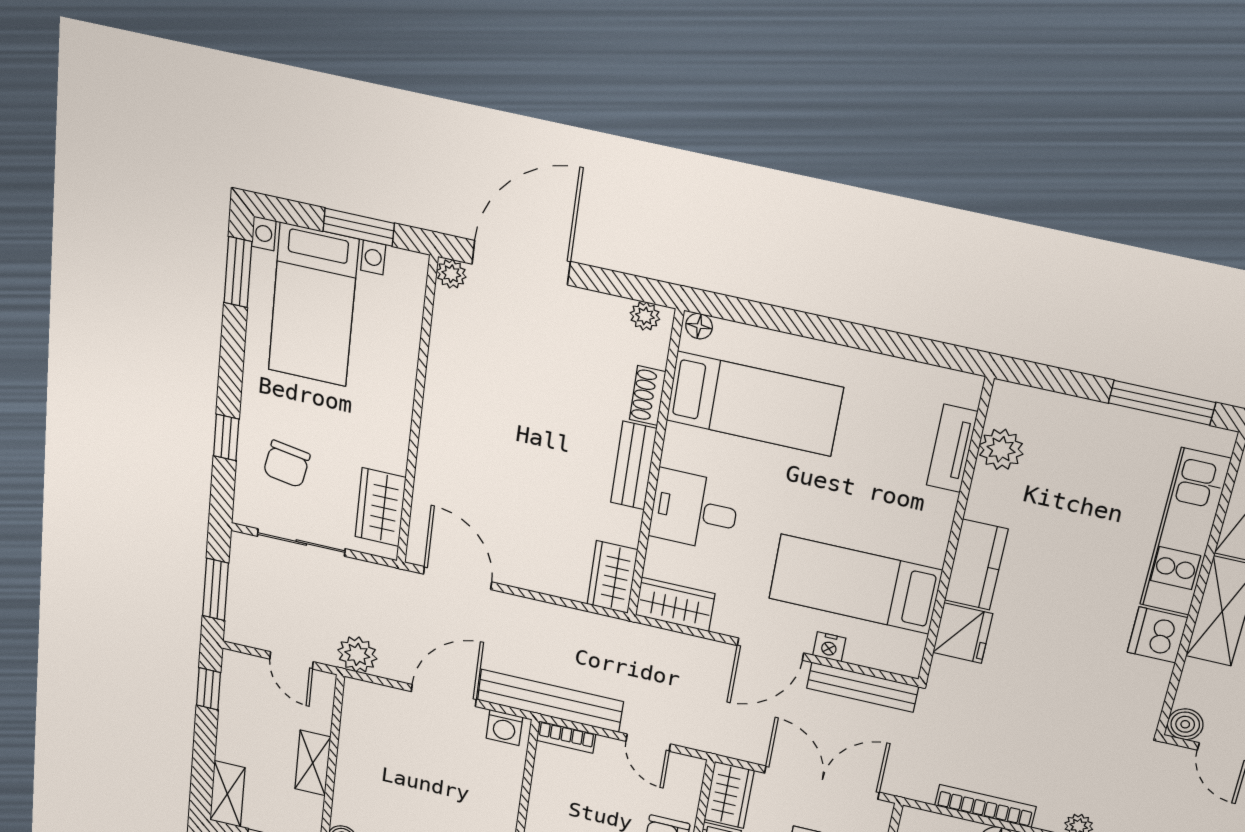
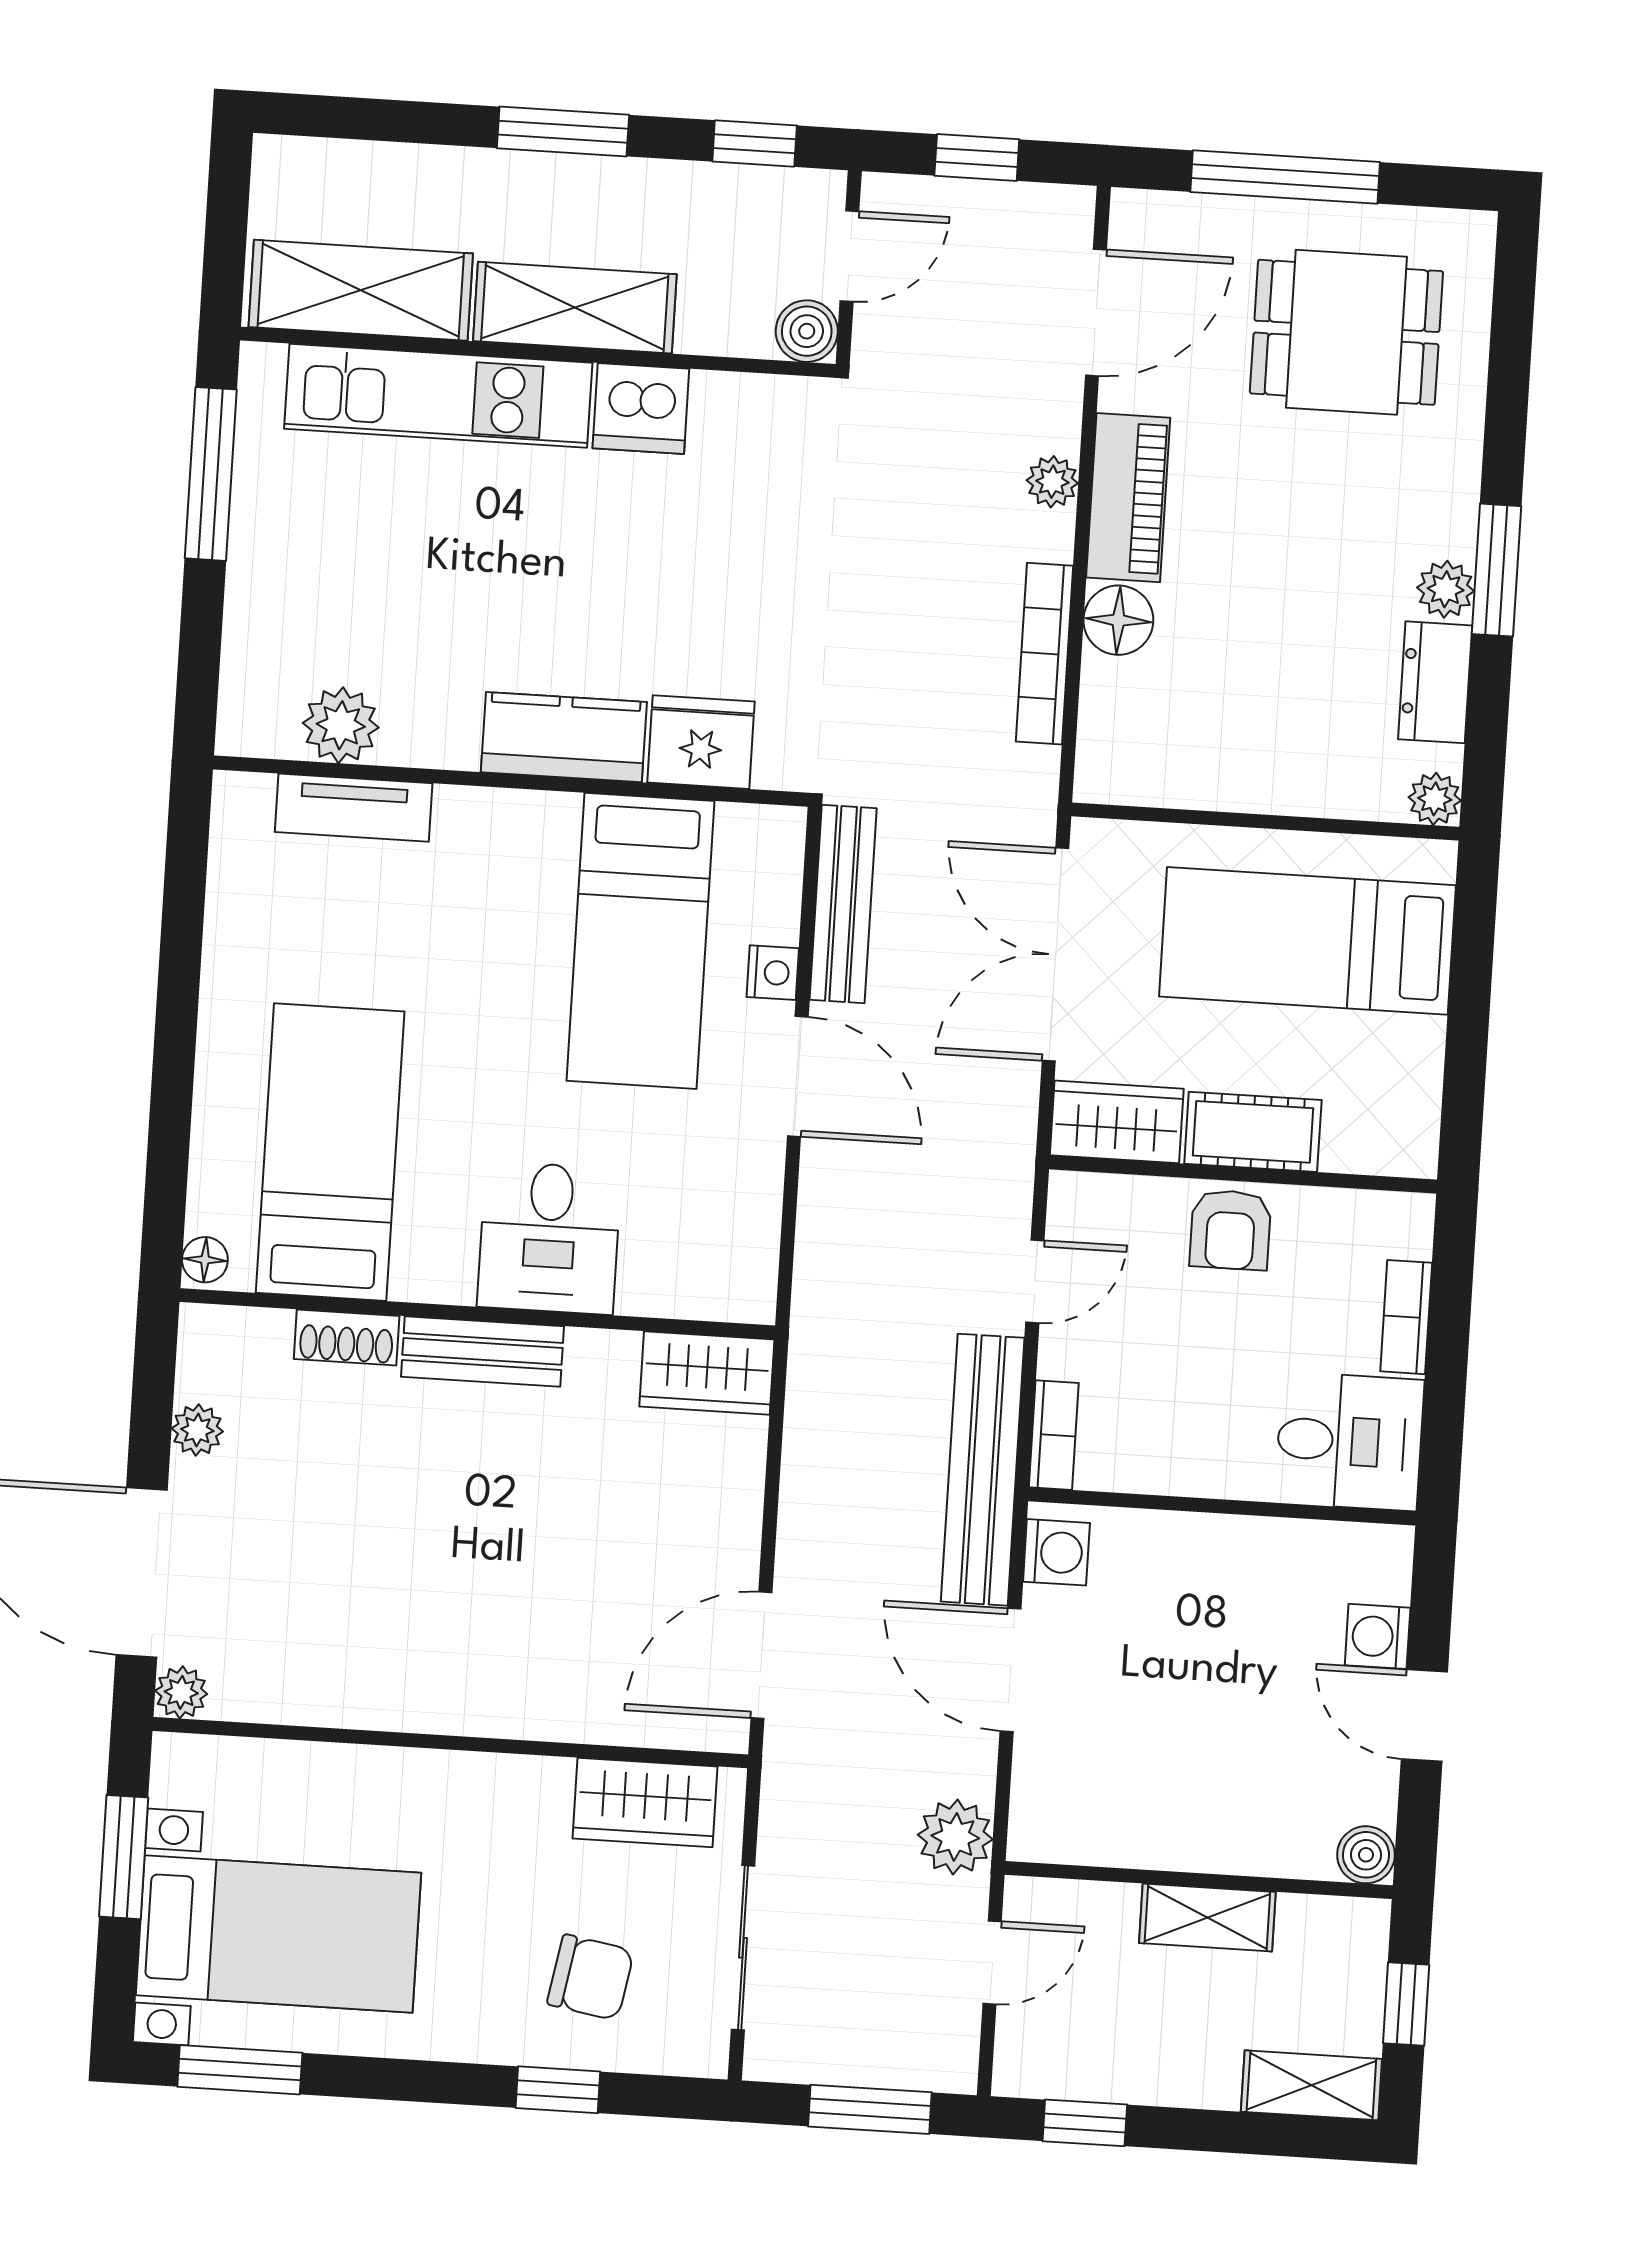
plant: (645, 316) -> (197, 1430), moved
wardrobe: (675, 604) -> (740, 1256), removed

